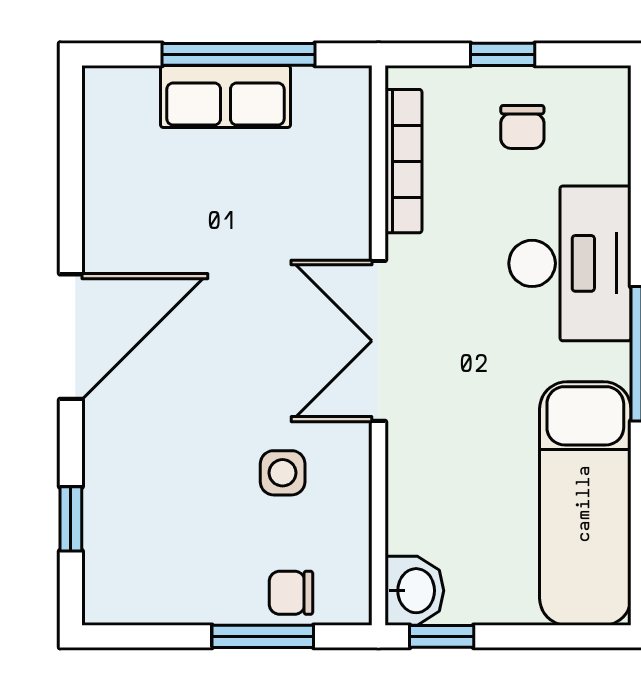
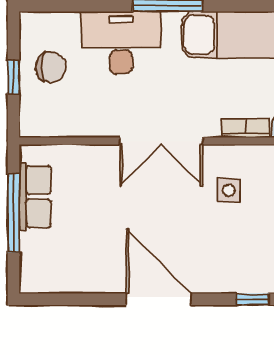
row of seats: (226, 97) -> (35, 197), moved
chair: (522, 127) -> (51, 67), width x1.37, depth x1.37
bookcase: (403, 161) -> (246, 128), moved, width x0.64

